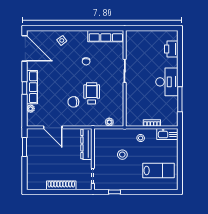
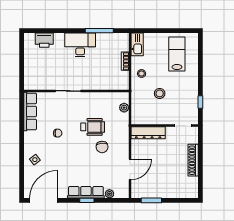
wheelchair: (92, 93) -> (93, 127), turned 180

